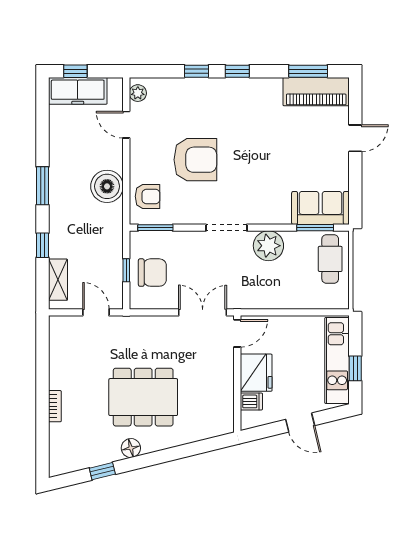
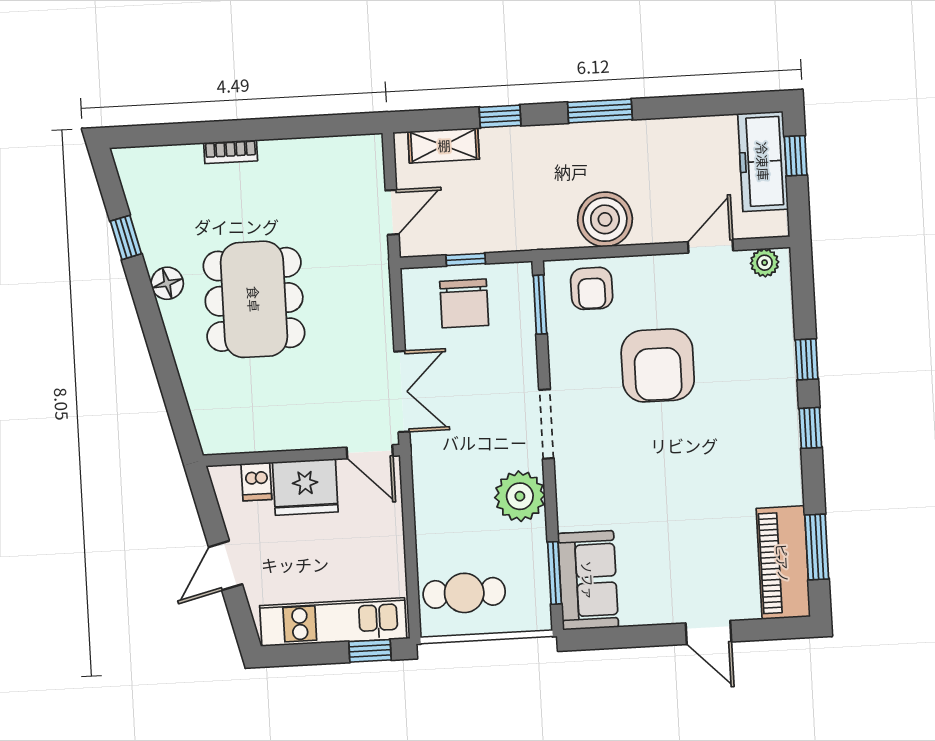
cafe table: (330, 259) -> (464, 593), moved
window: (355, 368) -> (370, 651), moved

